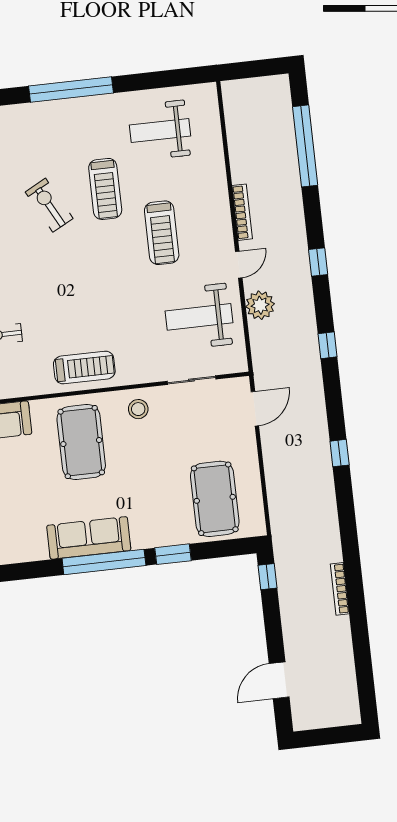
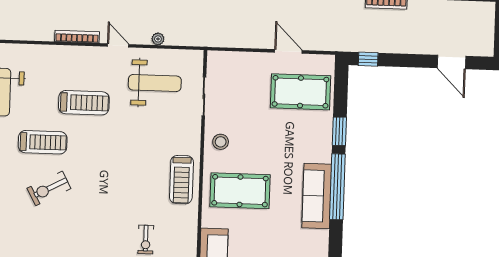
plant: (260, 305) -> (158, 39), width x0.53, depth x0.53
weight bench: (199, 317) -> (155, 83), turned -90
treadmill: (84, 368) -> (181, 180), turned 180
door: (255, 409) -> (288, 51), moved

